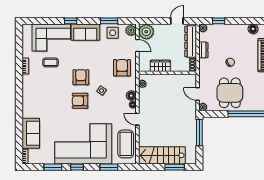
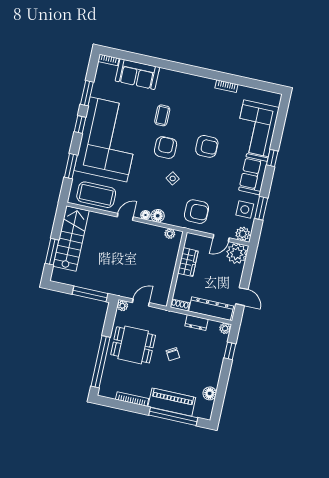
coffee table: (50, 62) -> (162, 115), moved
armchair: (81, 77) -> (207, 146), moved

